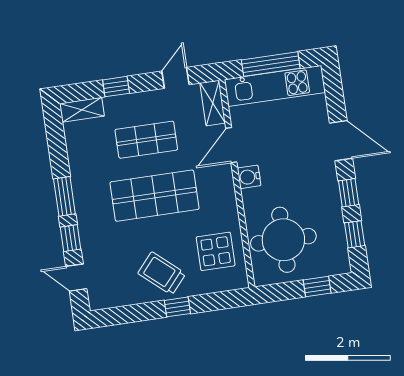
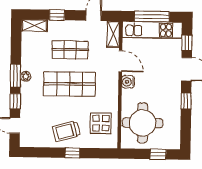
door: (231, 145) -> (120, 61), swing flipped
plant: (81, 195) -> (26, 76), added
window: (355, 234) -> (187, 43), moved
trolley: (162, 273) -> (66, 131), turned -56

